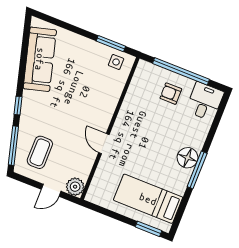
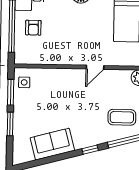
window: (77, 30) -> (10, 124), added
sofa: (40, 59) -> (52, 144), width x0.73

